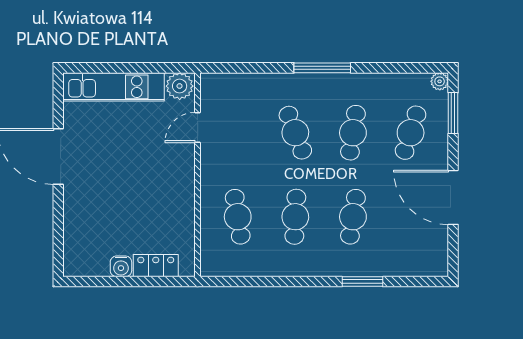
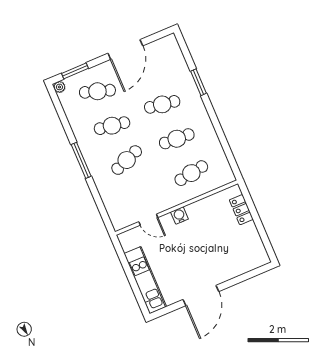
plant: (180, 86) -> (128, 241), removed
water cooler: (121, 266) -> (179, 216), moved, turned -90

